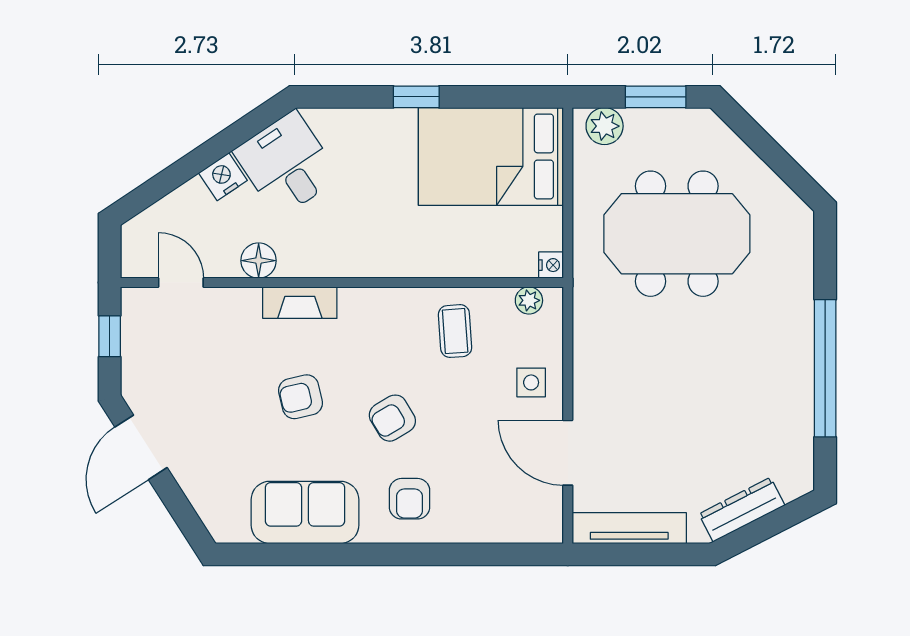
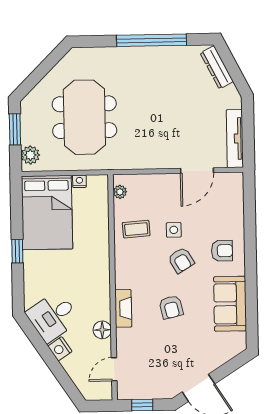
nightstand: (551, 265) -> (79, 181), moved
side table: (531, 382) -> (174, 230), moved
dresser: (742, 510) -> (217, 67), moved

